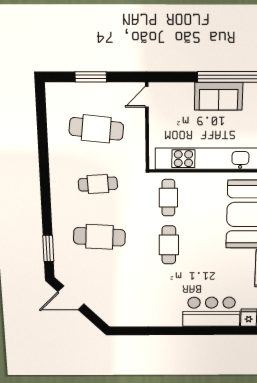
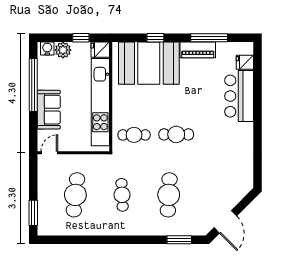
window: (91, 77) -> (33, 213), moved
sofa: (219, 96) -> (49, 110), moved
door: (147, 97) -> (49, 153), swing flipped

